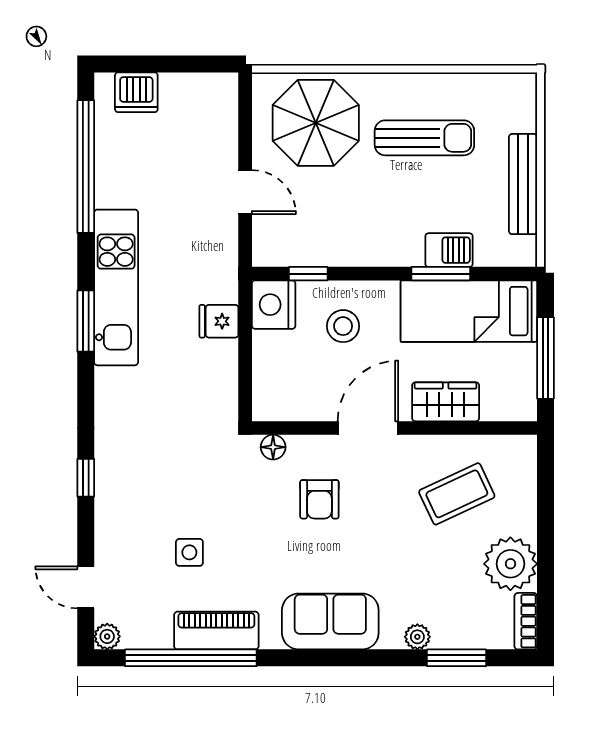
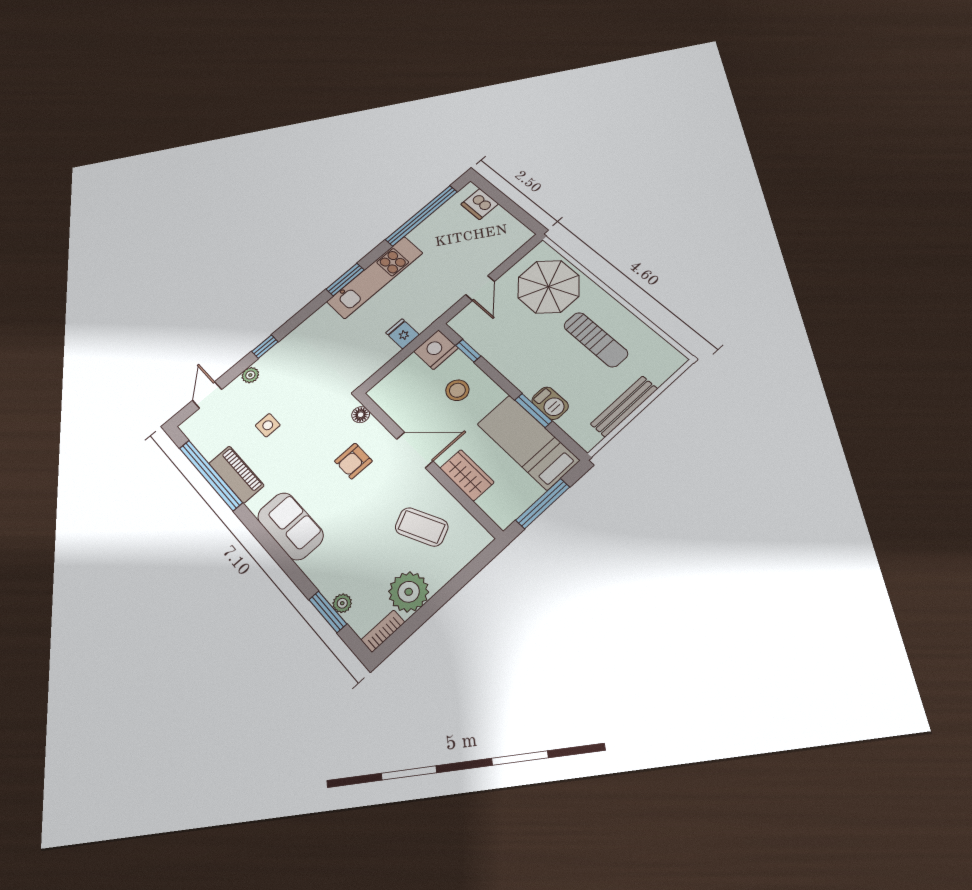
plant: (107, 636) -> (250, 375), moved
plant: (417, 637) -> (342, 603), moved

